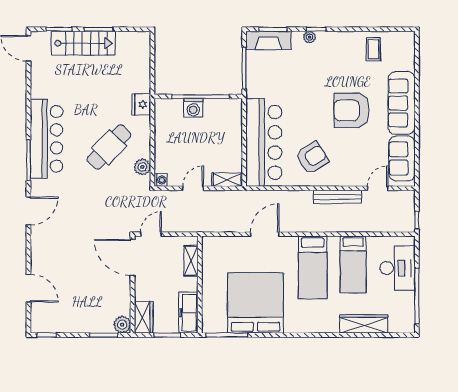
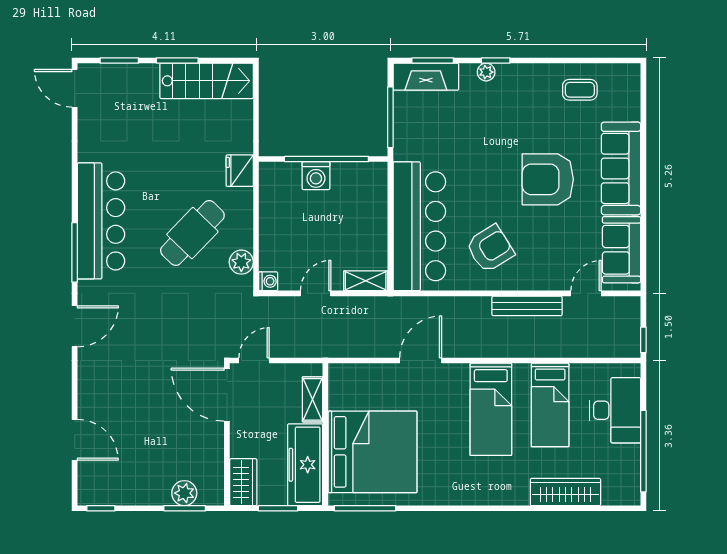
stairs: (83, 43) -> (207, 81), moved
coffee table: (373, 49) -> (580, 90), turned 90
bed: (255, 303) -> (372, 452), moved, turned 90
freezer: (188, 313) -> (305, 465), width x1.36, depth x1.26
plant: (122, 325) -> (184, 493), moved

